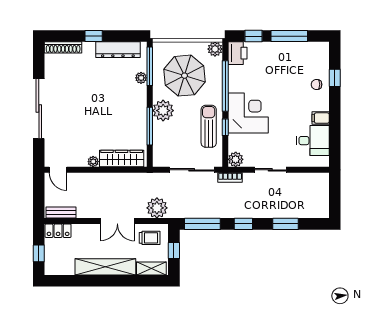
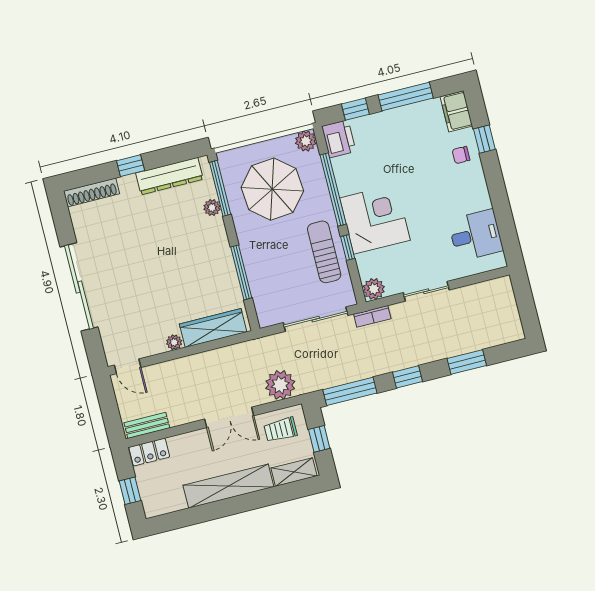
plant: (163, 111) -> (254, 246), removed
filing cabinet: (321, 118) -> (456, 111), moved, width x2.00
trolley: (150, 238) -> (281, 430), turned 180

